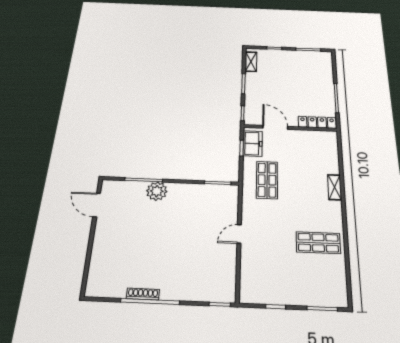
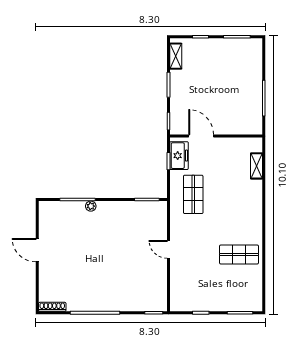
locker: (317, 122) -> (243, 128), removed
shelving: (334, 187) -> (256, 166), moved
plant: (157, 191) -> (91, 206), width x0.53, depth x0.53
door: (97, 205) -> (37, 250), moved
door: (239, 234) -> (168, 249), hinge flipped
shoe rack: (143, 294) -> (52, 307), moved

